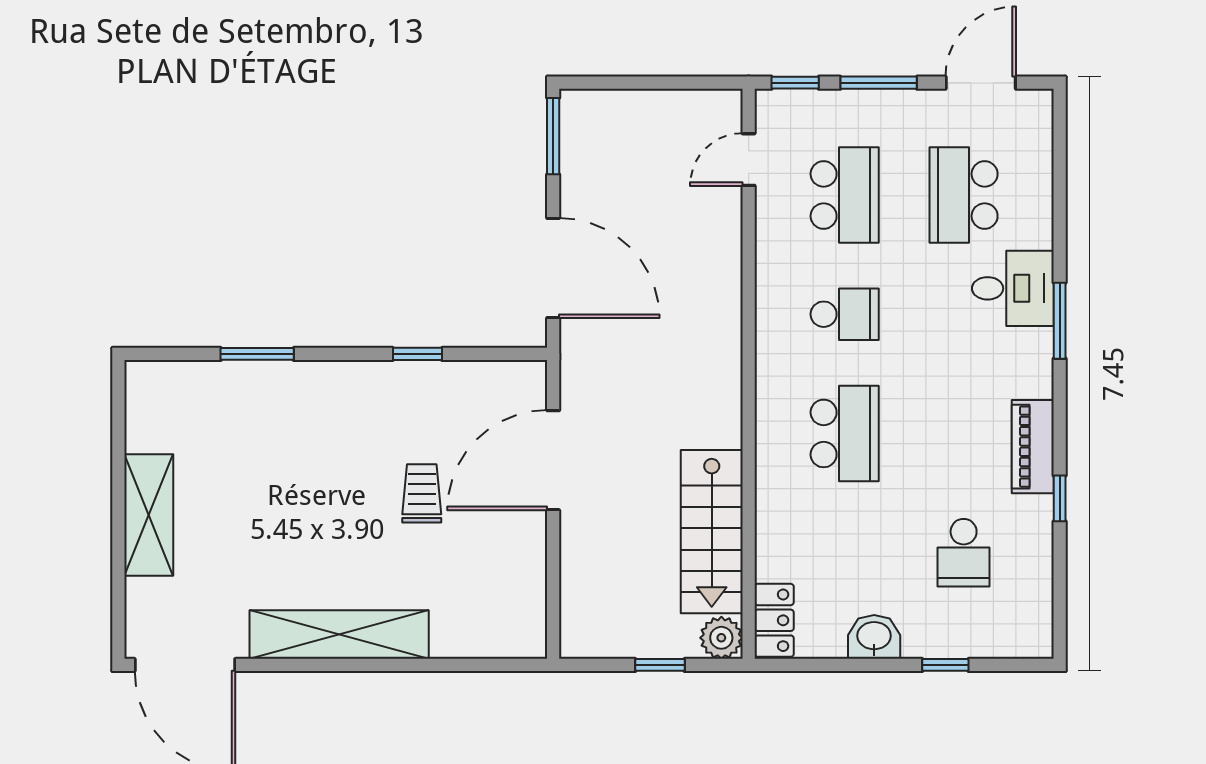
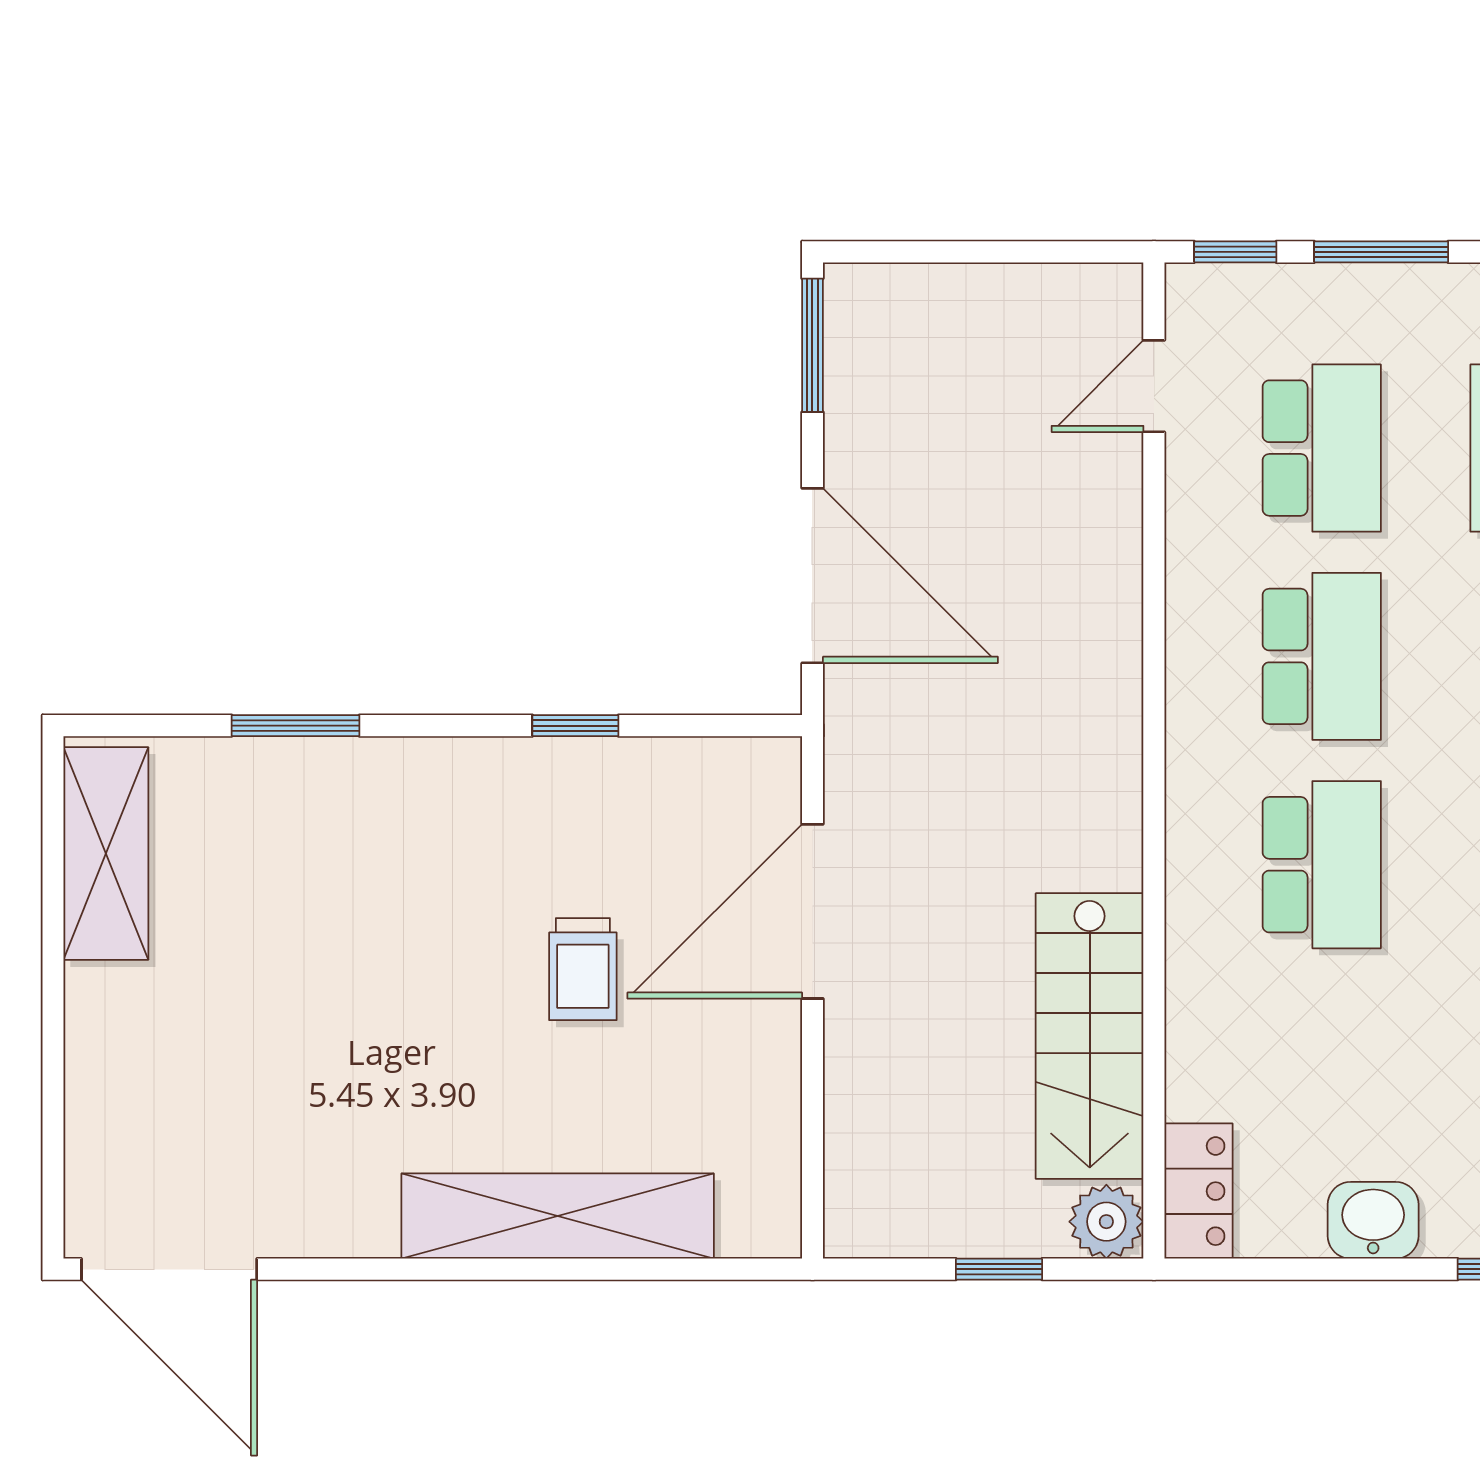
school desk: (845, 314) -> (1322, 656), width x1.85
trolley: (422, 493) -> (583, 969), turned 180
shelving: (149, 515) -> (106, 854), moved
shelving: (339, 635) -> (558, 1216), moved

